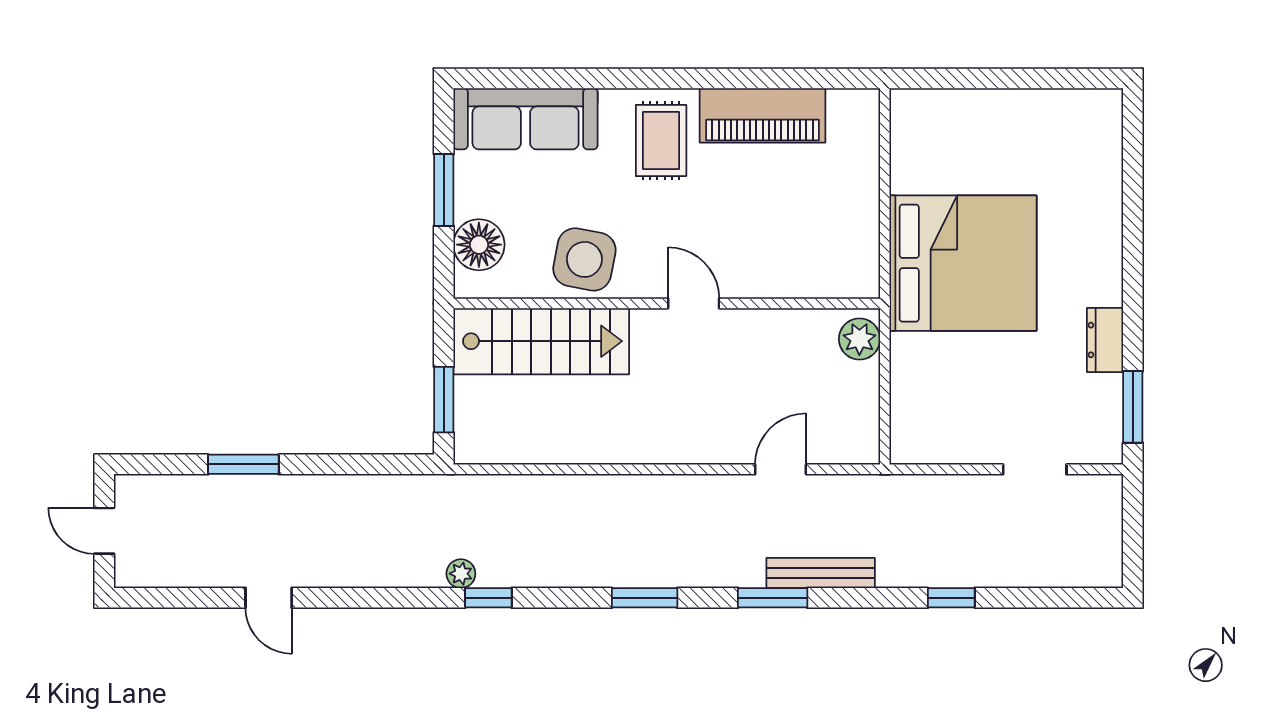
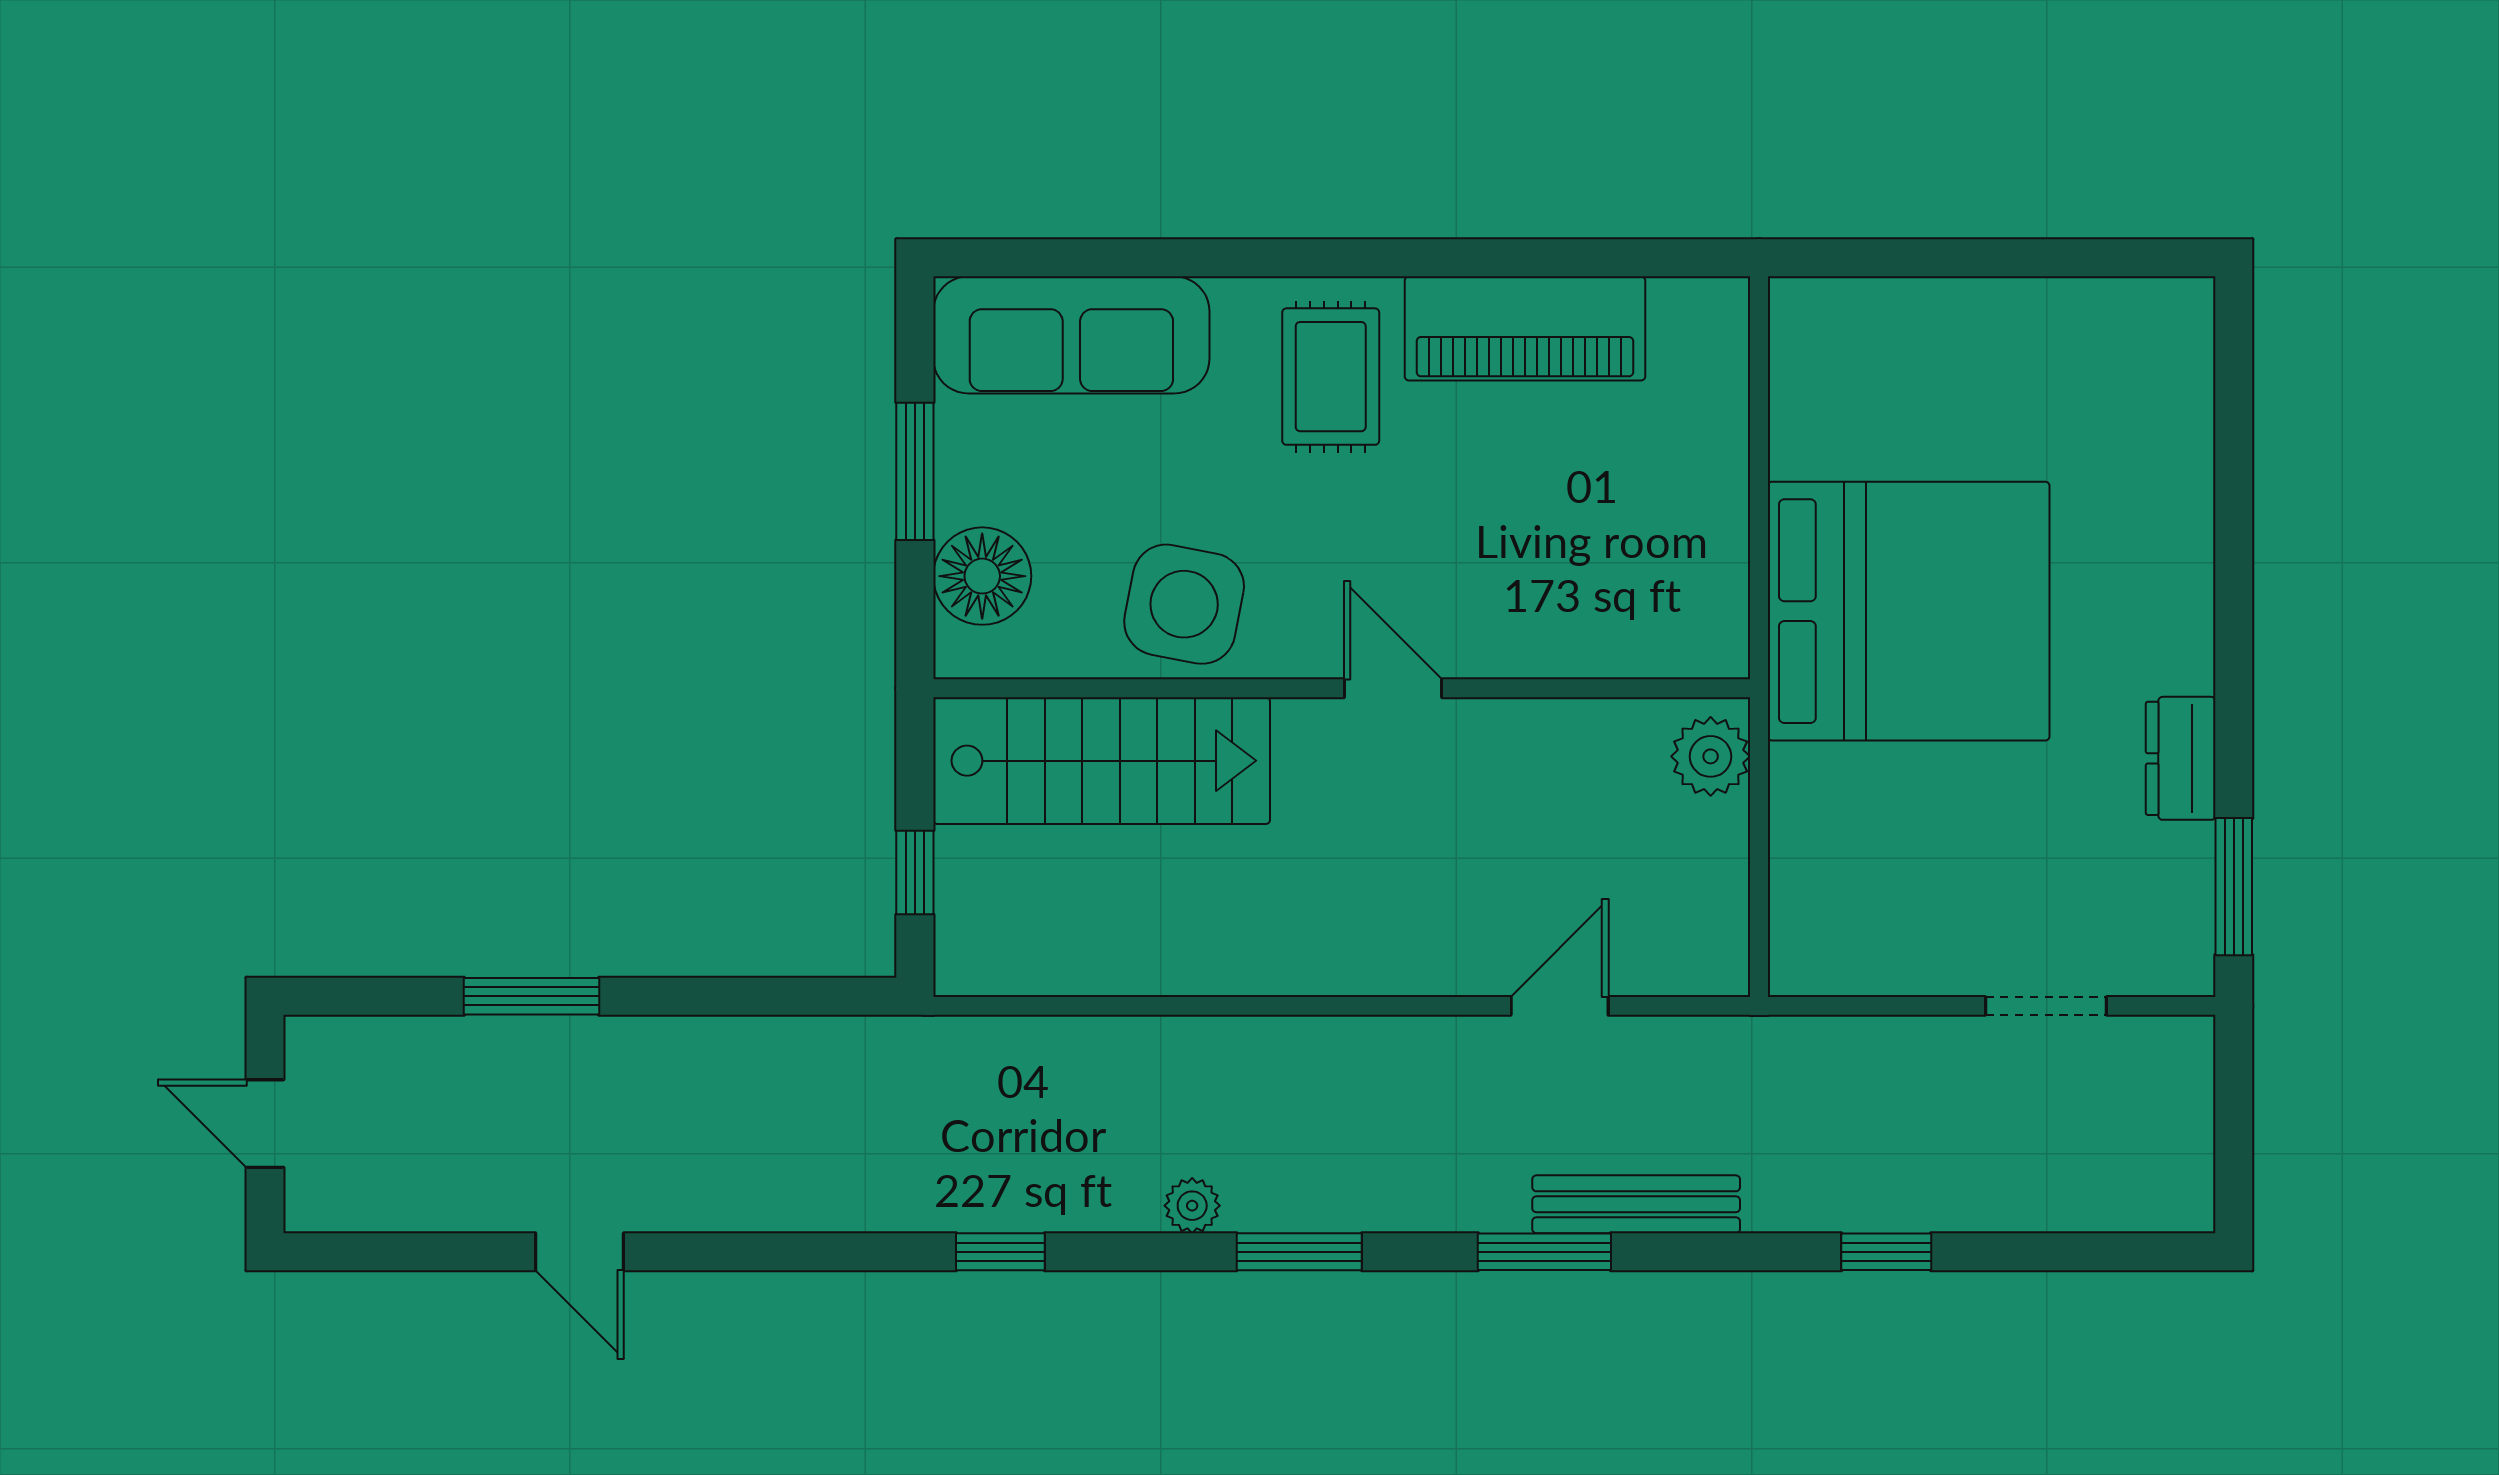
window: (444, 400) -> (915, 873), width x0.67
plant: (461, 574) -> (1192, 1206), moved

